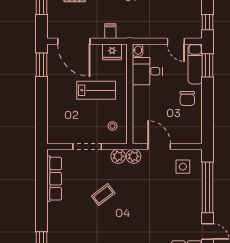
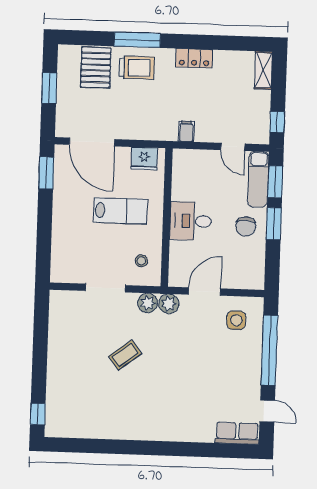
filing cabinet: (110, 31) -> (186, 131), moved
washbasin: (137, 50) -> (179, 157), removed
desk: (147, 71) -> (191, 221), moved
window: (207, 96) -> (274, 224), added
door: (159, 147) -> (205, 291), hinge flipped
row of seats: (54, 179) -> (58, 331), removed

